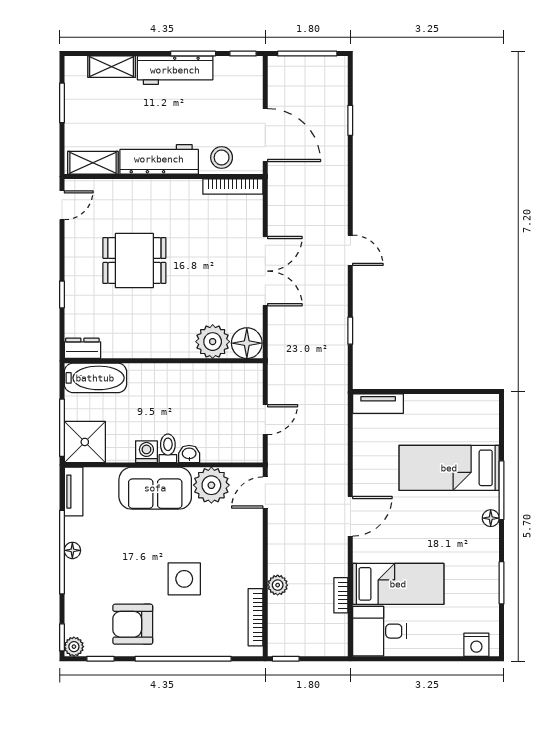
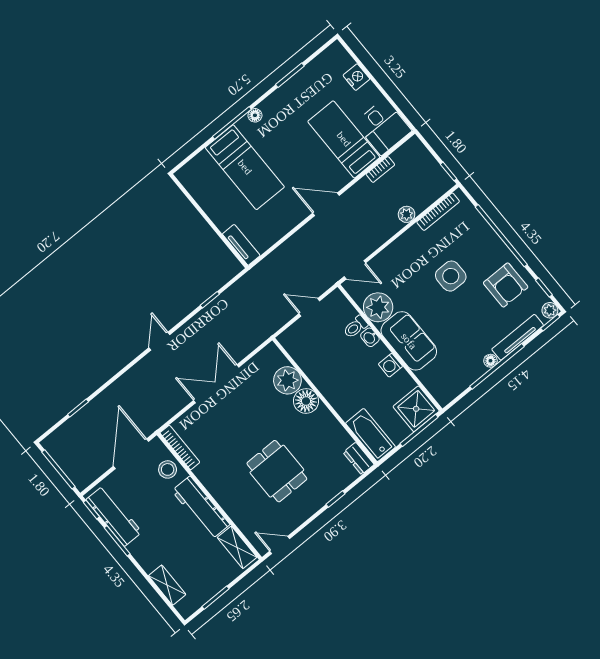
workbench: (175, 70) -> (114, 516), moved
floor lamp: (247, 343) -> (306, 401), moved
toilet: (168, 448) -> (355, 327), moved
tv unit: (74, 492) -> (518, 337), moved, width x1.41
nightstand: (476, 645) -> (356, 77), moved

